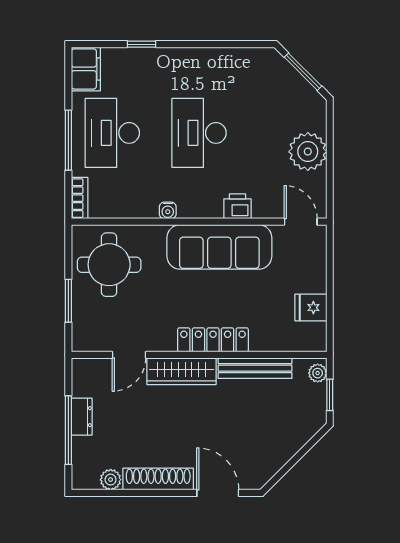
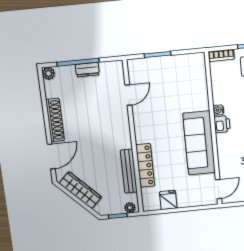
printer: (237, 206) -> (222, 124), moved
round table: (109, 265) -> (182, 78), removed
locker: (213, 340) -> (145, 165), moved
door: (129, 355) -> (128, 95), swing flipped
wardrobe: (182, 371) -> (80, 190), moved, turned 135
plant: (111, 480) -> (49, 73), moved

